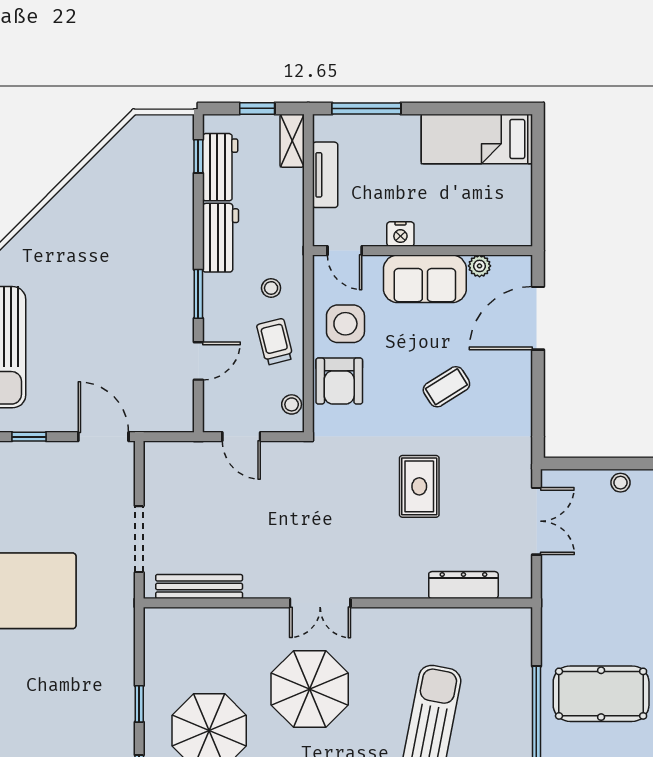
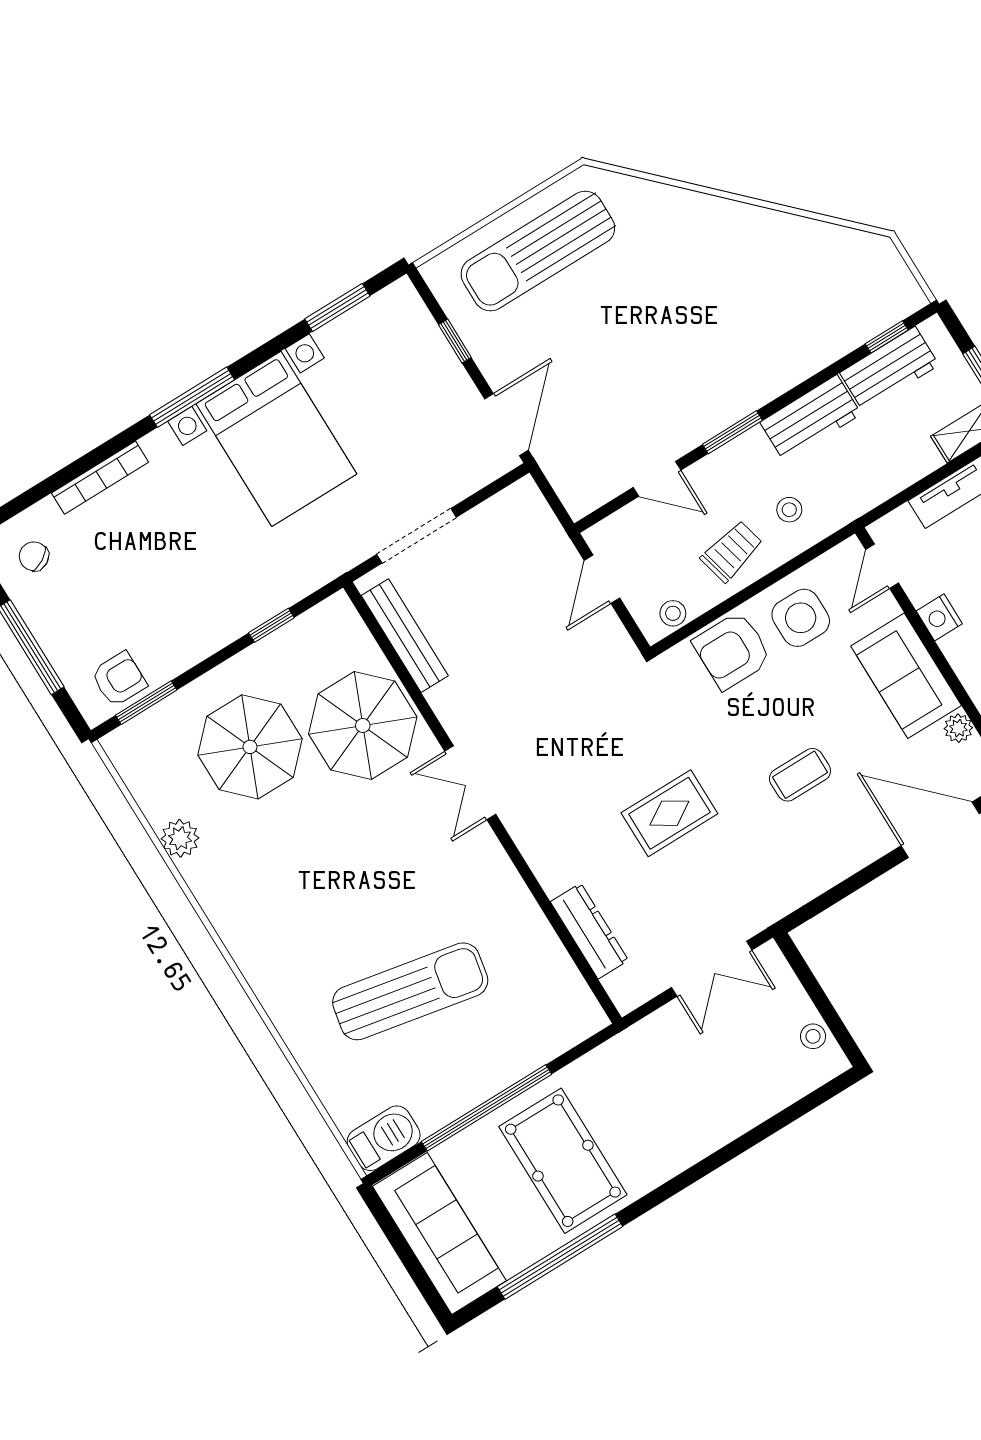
coffee table: (446, 387) -> (800, 775), turned -58
parasol: (310, 689) -> (363, 725), moved
window: (139, 704) -> (271, 625), moved

